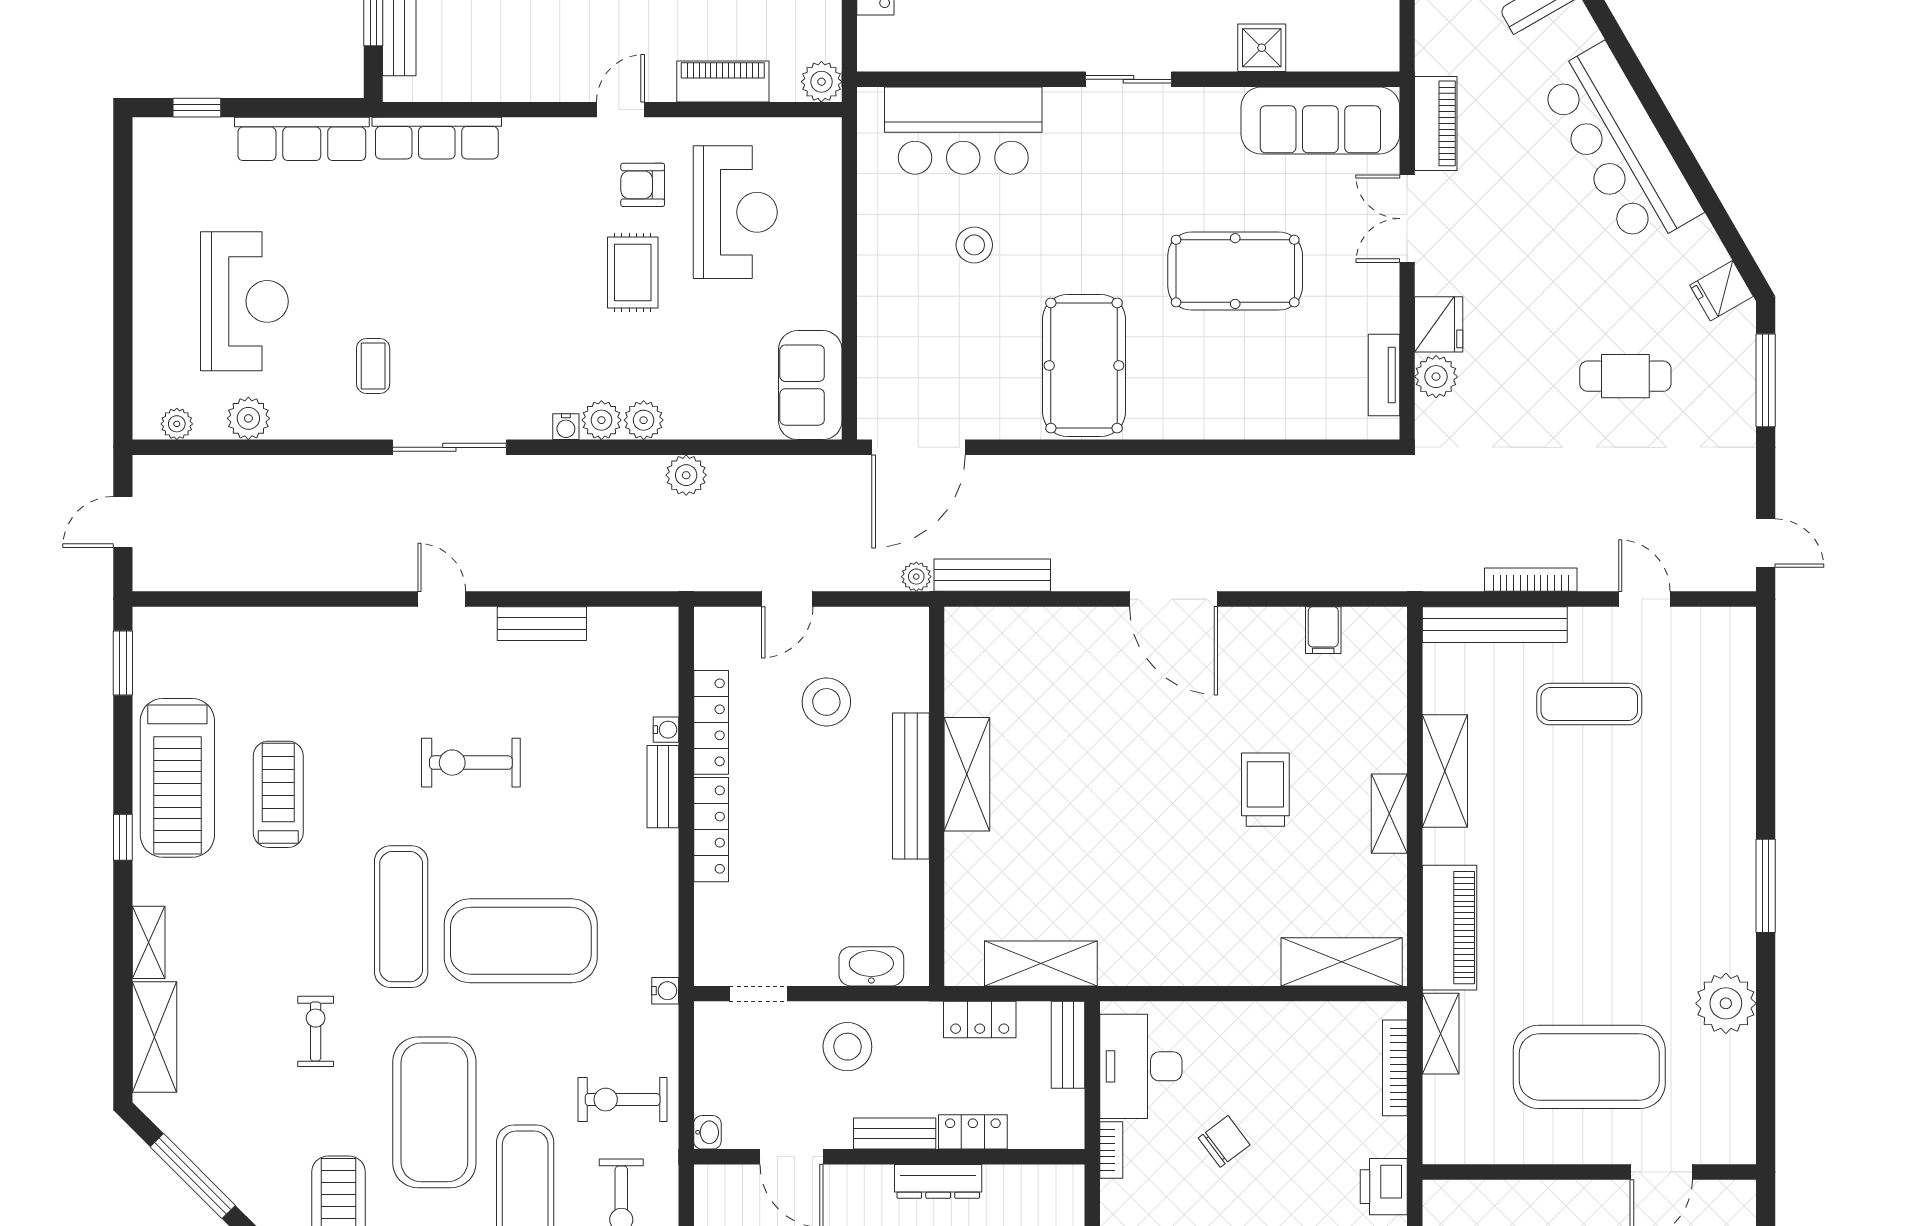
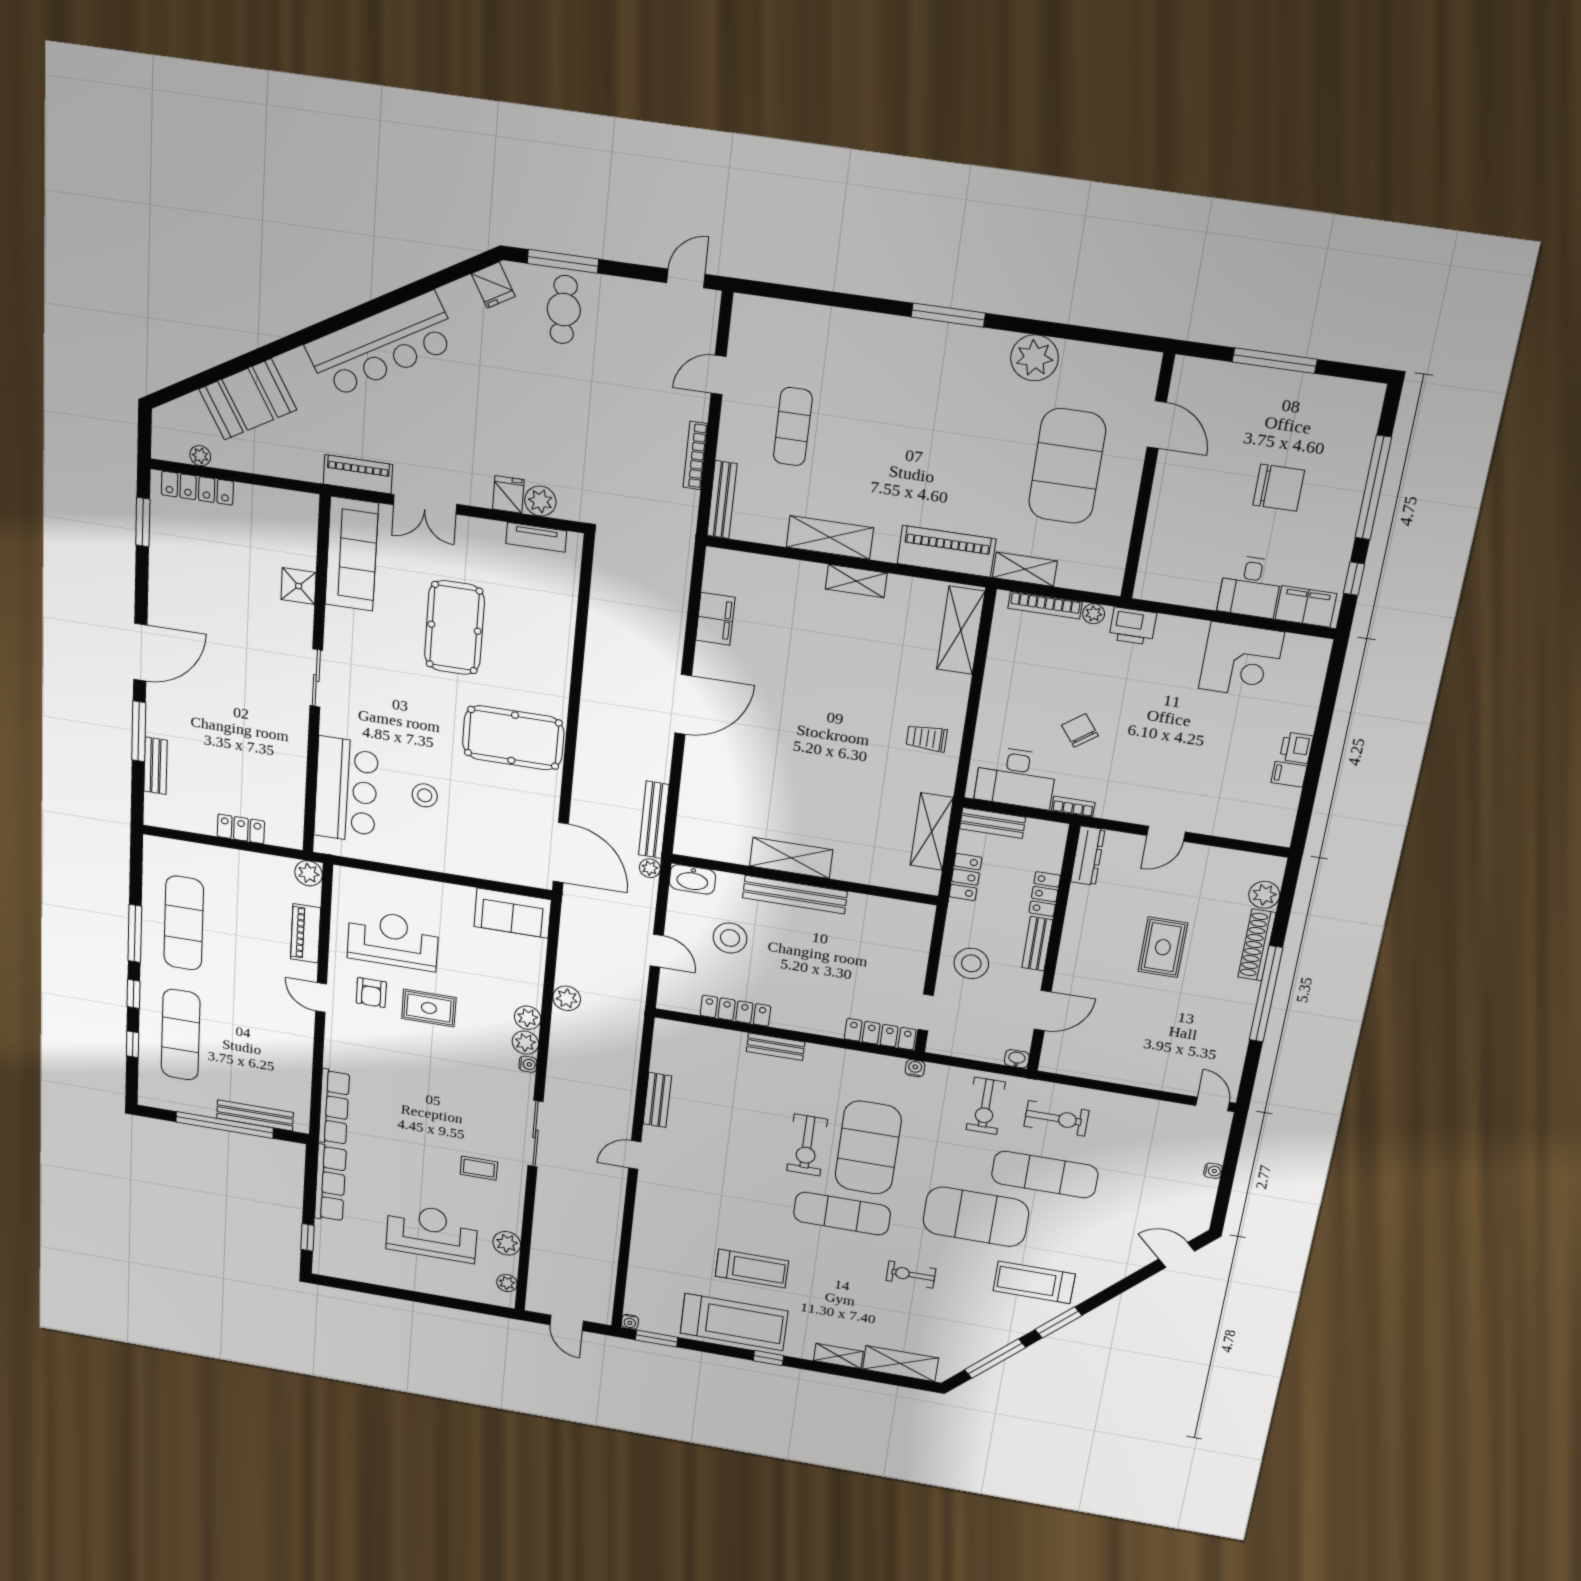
fridge: (1439, 324) -> (508, 494), width x0.72
cafe table: (1625, 376) -> (564, 310), moved
bench: (1495, 625) -> (722, 500), width x0.73, depth x0.82
filing cabinet: (1323, 630) -> (715, 619), width x2.00
water cooler: (666, 730) -> (630, 1322), moved, turned 180
exercise bike: (471, 763) -> (807, 1145), moved
trolley: (1265, 790) -> (927, 738), moved, width x0.73, depth x0.72
treadmill: (278, 794) -> (752, 1269), turned 180
locker: (711, 830) -> (880, 1034), moved
washbasin: (871, 966) -> (692, 879), moved, turned -90
plant: (1393, 1133) -> (1094, 614), added
dresser: (938, 1181) -> (1088, 856), moved

